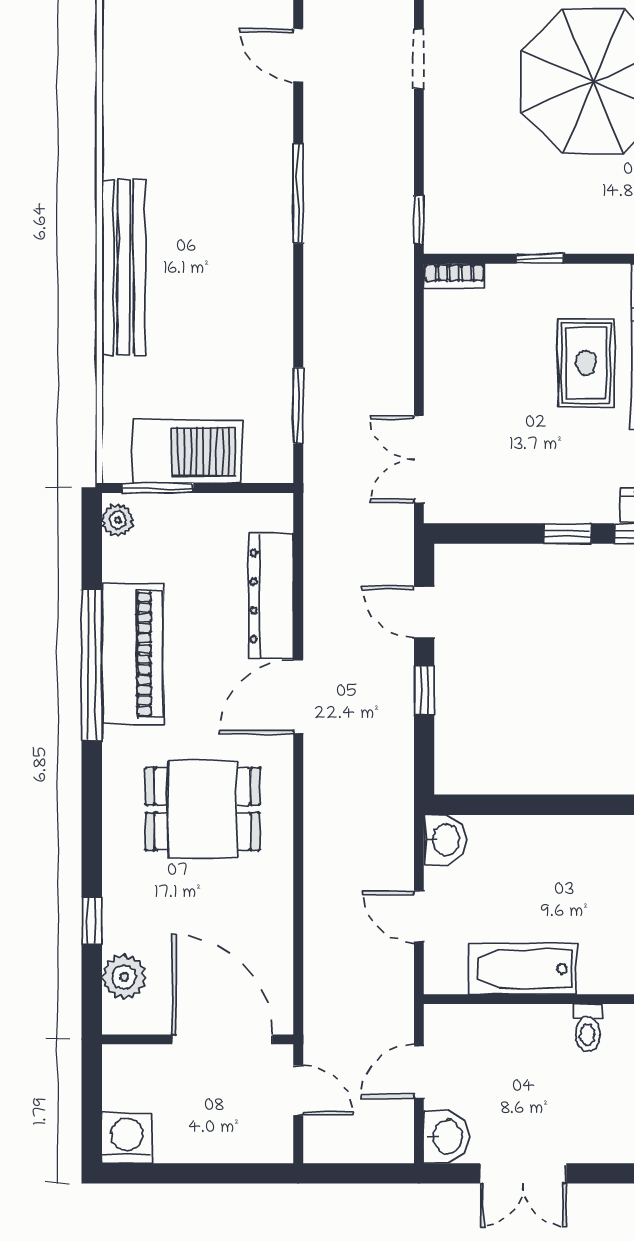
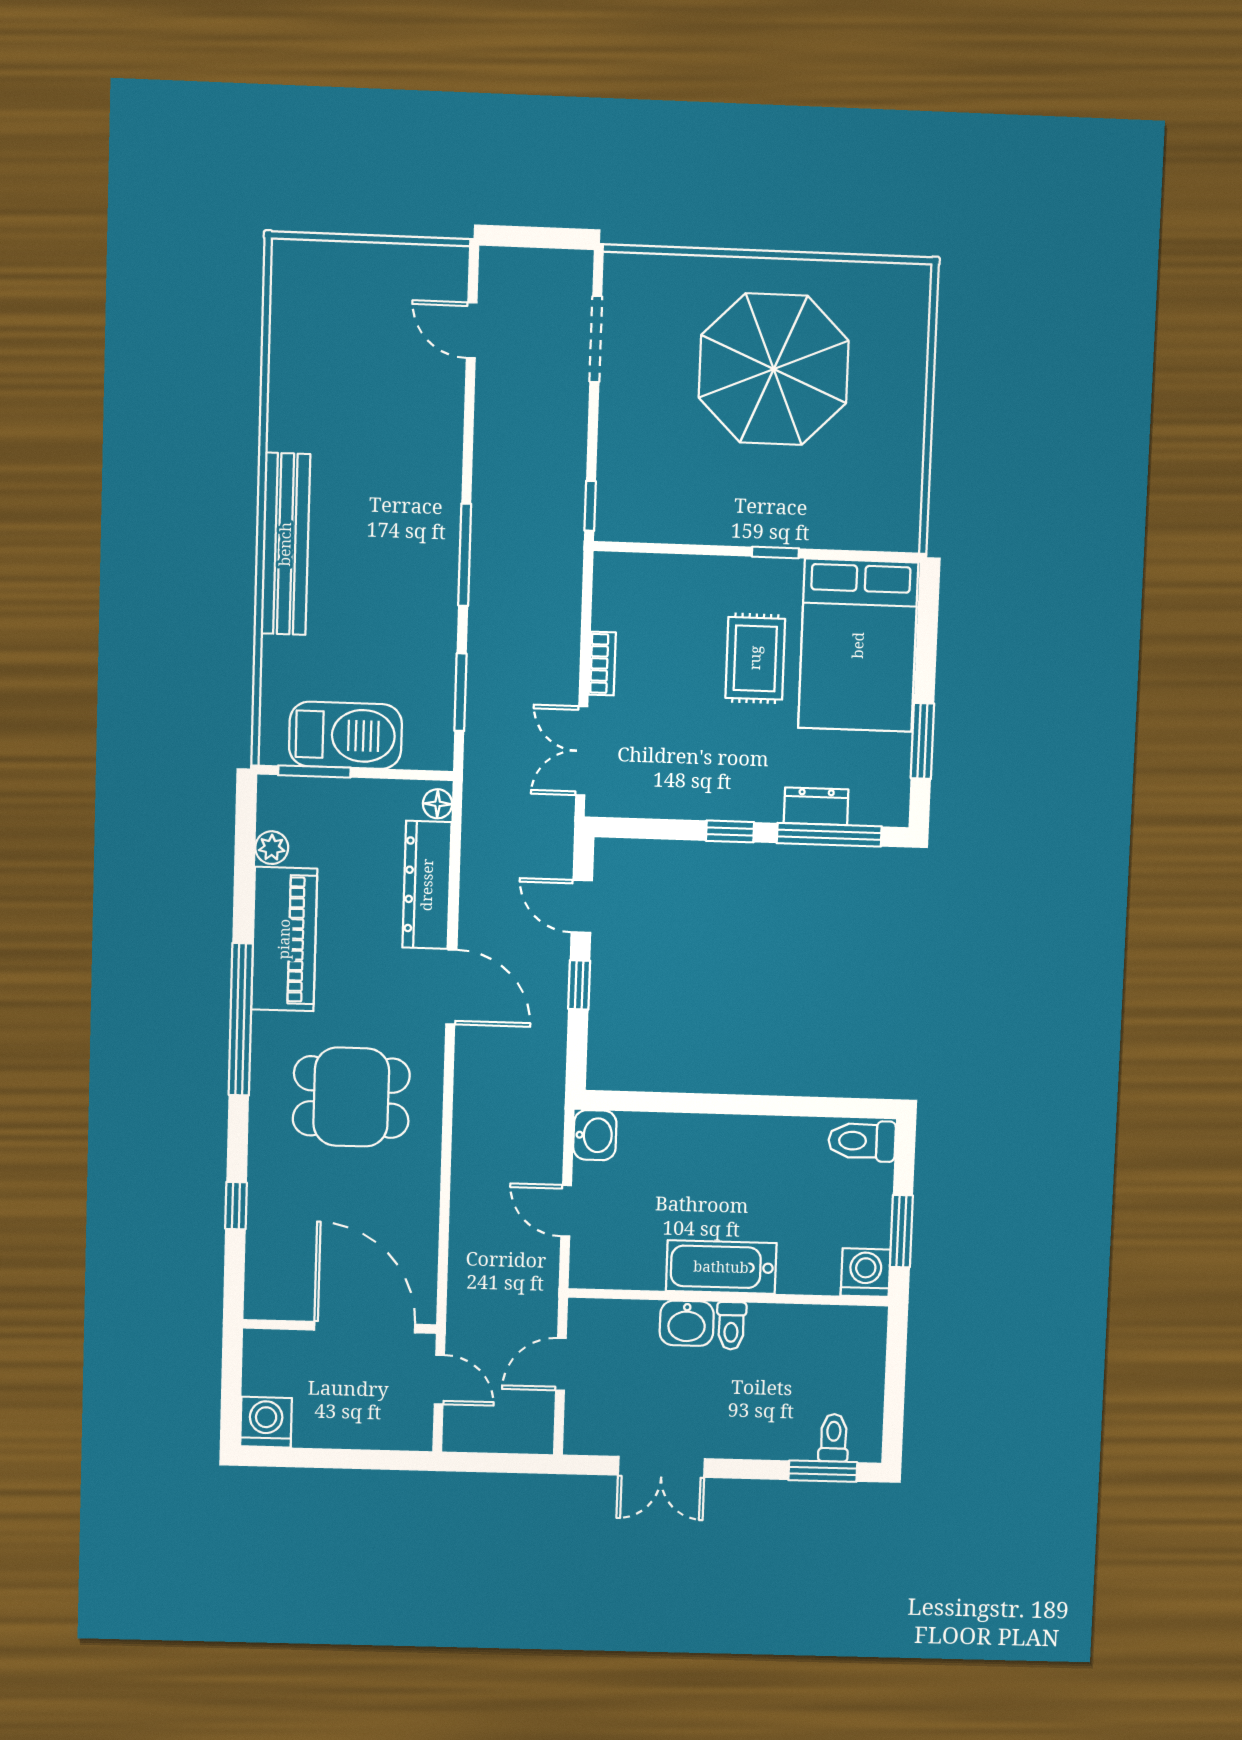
doorway: (419, 59) -> (596, 339), width x1.38
window: (298, 194) -> (465, 555), moved
window: (540, 259) -> (775, 552), moved
bookcase: (455, 276) -> (602, 664), moved, turned -90
floor lamp: (279, 516) -> (438, 804), added
plant: (118, 520) -> (272, 848), moved
window: (92, 665) -> (241, 1019), moved
door: (298, 696) -> (451, 987), swing flipped
bathtub: (523, 969) -> (721, 1267), moved
plant: (124, 977) -> (267, 1263), removed
washbasin: (446, 1137) -> (687, 1323), moved, turned 90

